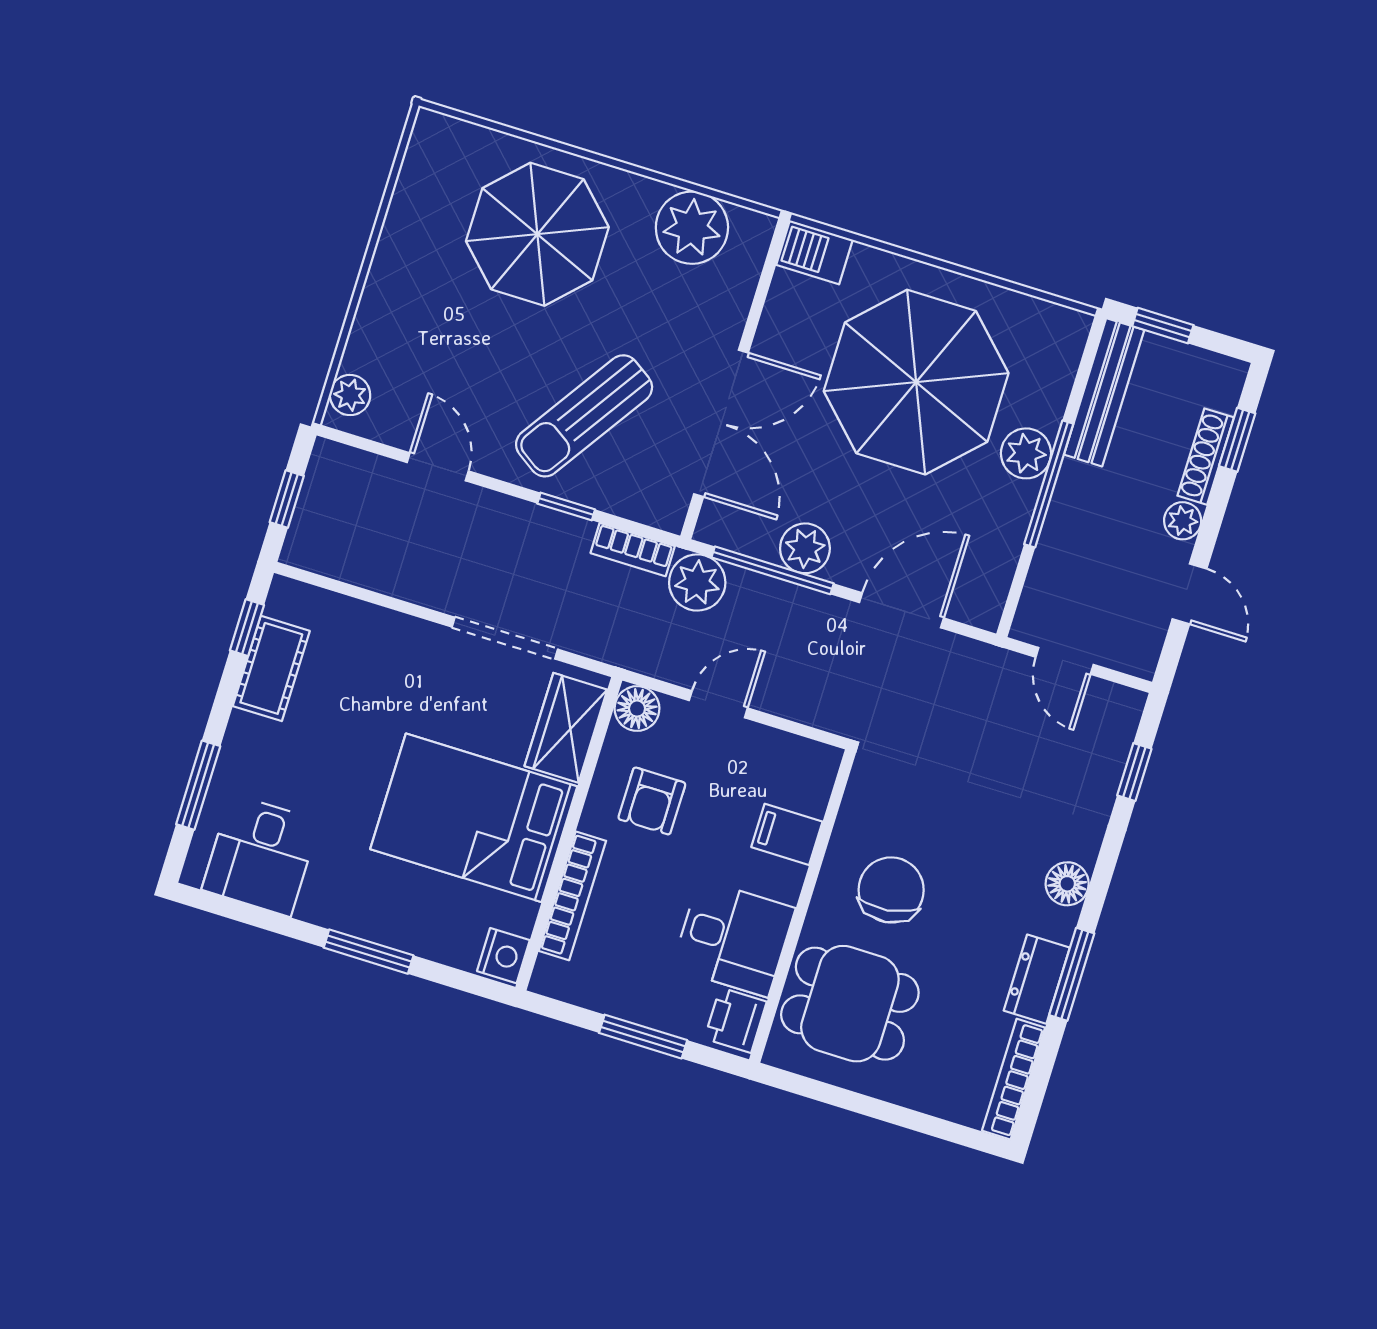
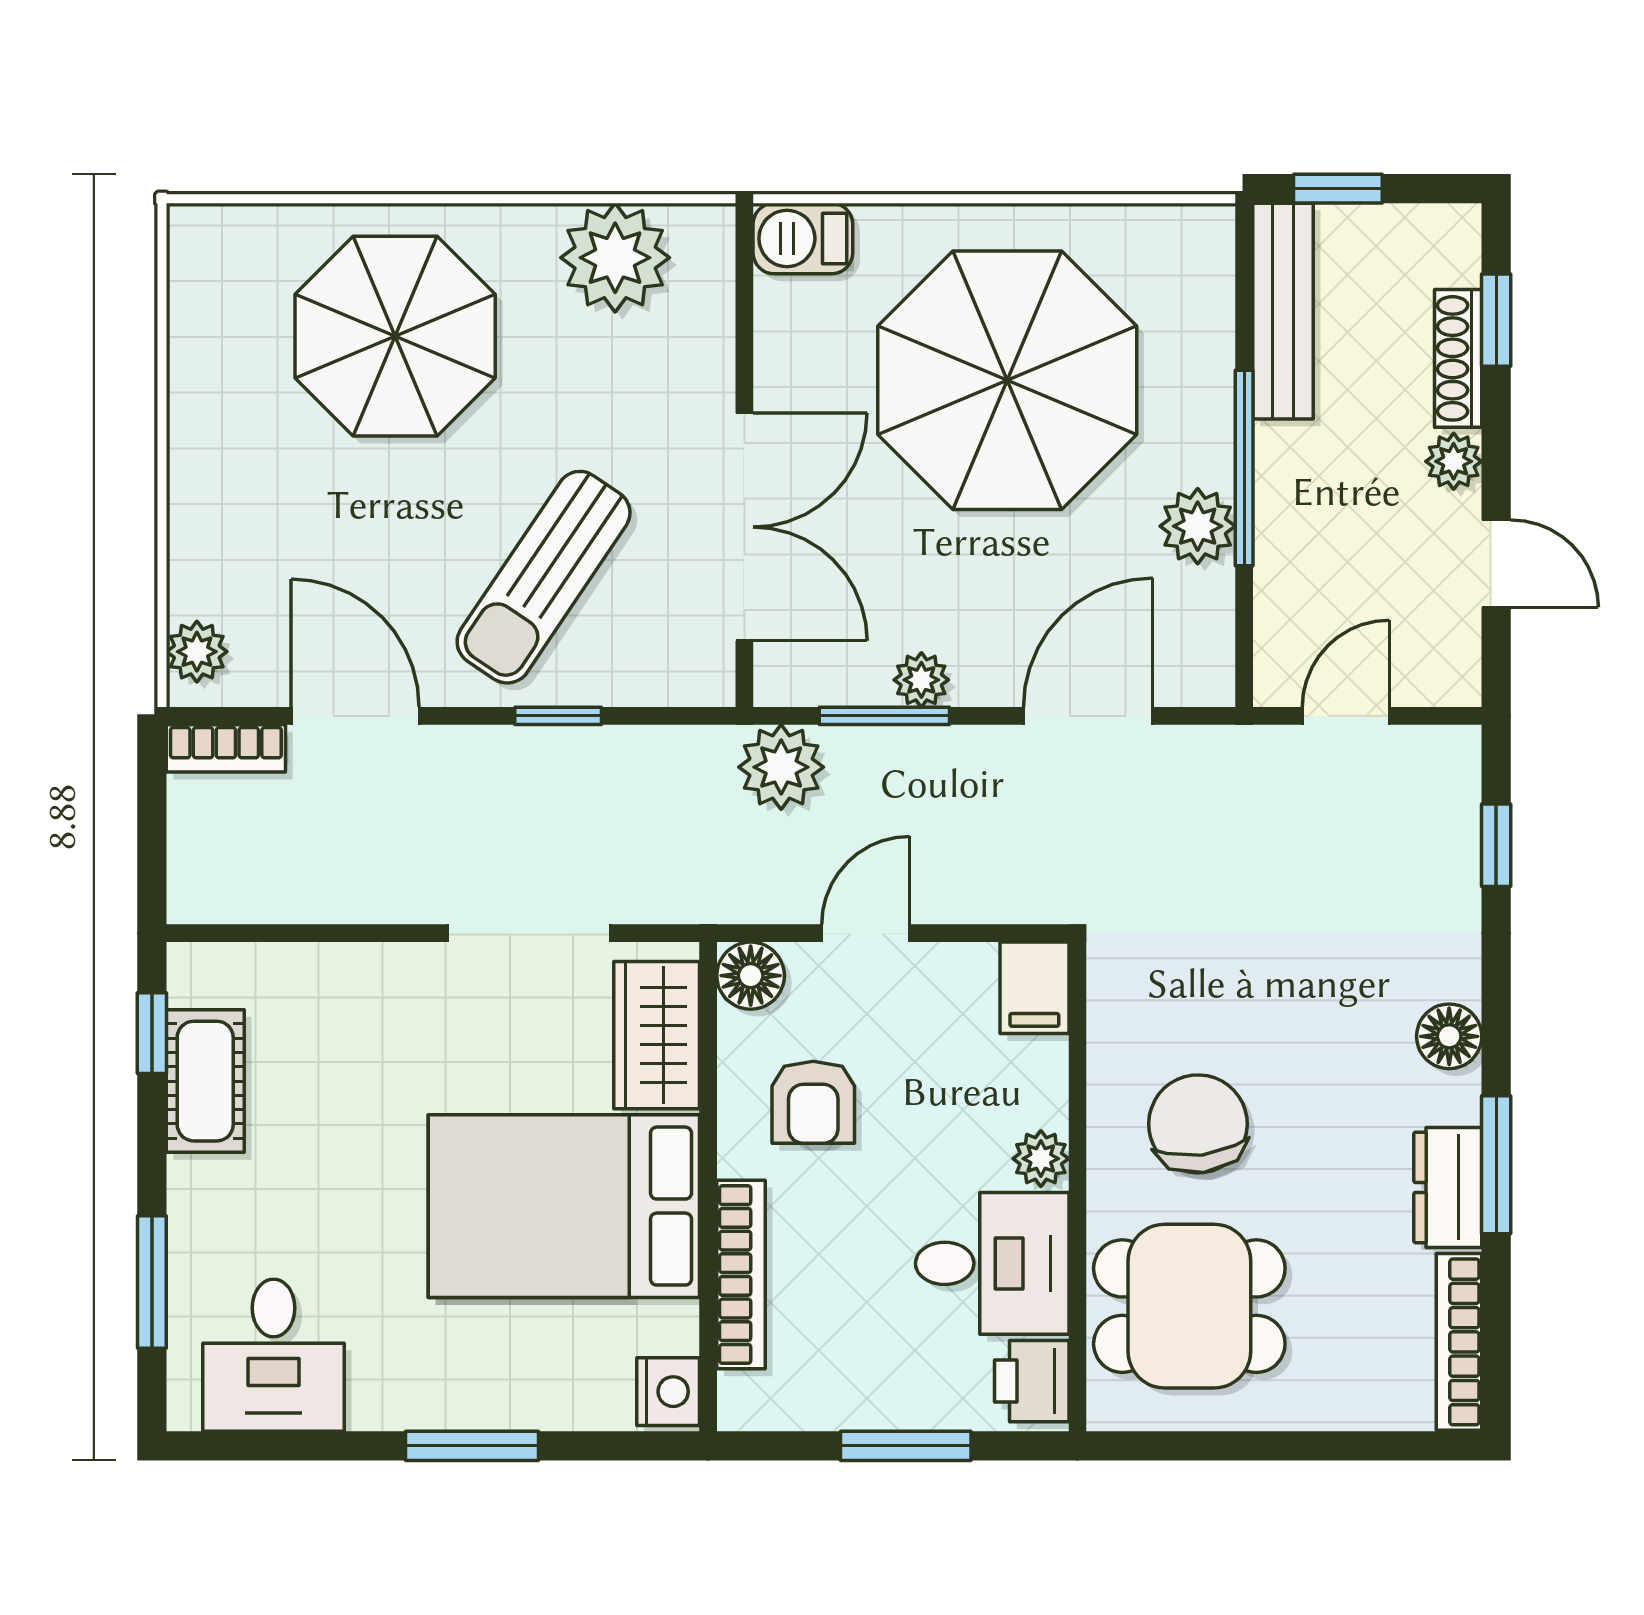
plant: (1026, 453) -> (1198, 526), moved
door: (438, 467) -> (355, 716), width x1.38
window: (287, 499) -> (152, 830), removed
plant: (805, 548) -> (921, 680), width x0.73, depth x0.73
bookcase: (633, 550) -> (226, 748), moved
window: (773, 570) -> (884, 716), width x0.69
door: (1065, 661) -> (1346, 716), swing flipped
filing cabinet: (787, 834) -> (1034, 988), moved, turned -90
plant: (785, 881) -> (1041, 1159), added

